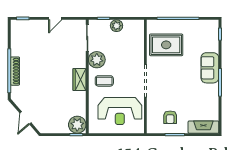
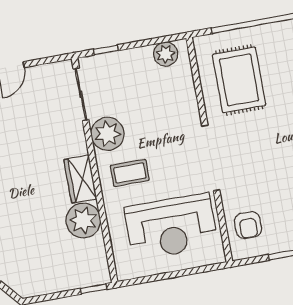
plant: (117, 26) -> (166, 54), moved
rug: (166, 45) -> (239, 80), turned 90
armchair: (170, 117) -> (248, 225), moved
plant: (77, 125) -> (83, 220), moved

